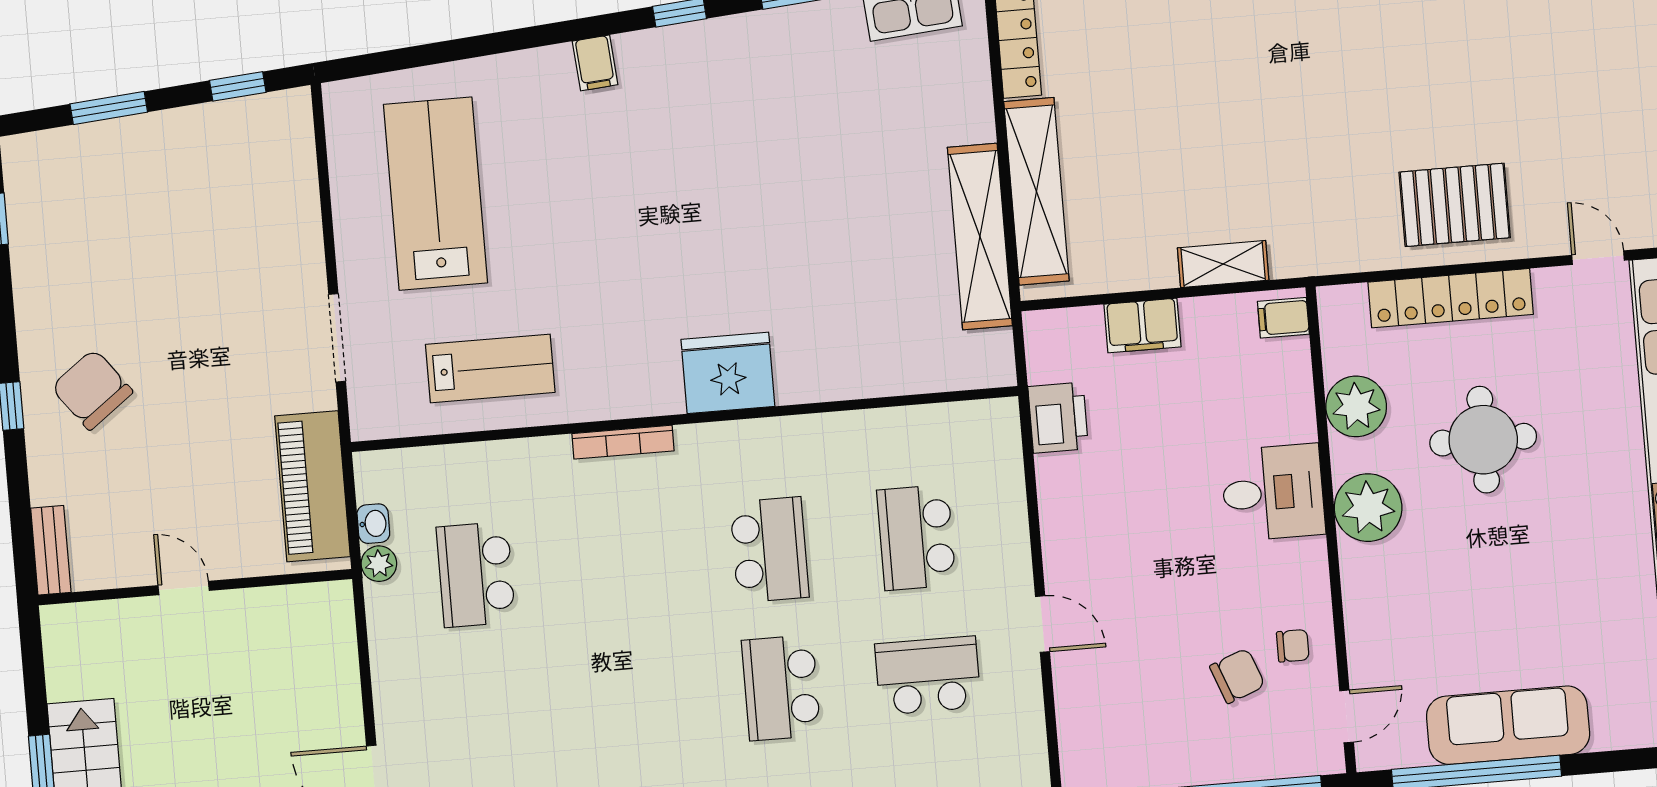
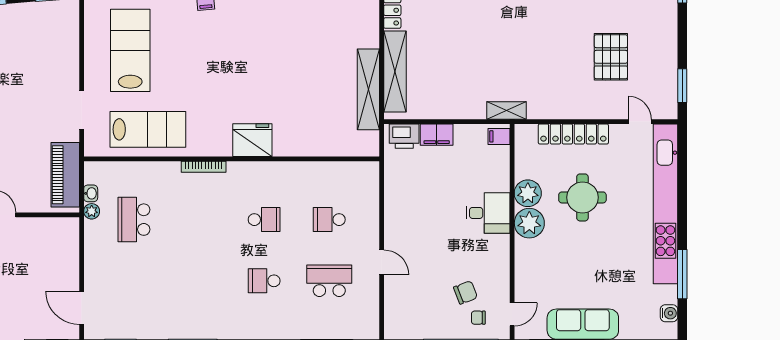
pallet: (1455, 205) -> (611, 57), moved, turned 90
shelving: (1223, 264) -> (507, 111), moved
lab bench: (490, 368) -> (148, 129), width x1.36, depth x1.39
plant: (1356, 406) -> (528, 193), moved
printer: (1058, 418) -> (404, 136), moved, turned 90
school desk: (916, 537) -> (329, 220), width x0.54
school desk: (769, 550) -> (264, 220), width x0.54
chair: (1293, 646) -> (478, 318), moved, turned 180
school desk: (781, 688) -> (264, 281), width x0.54

